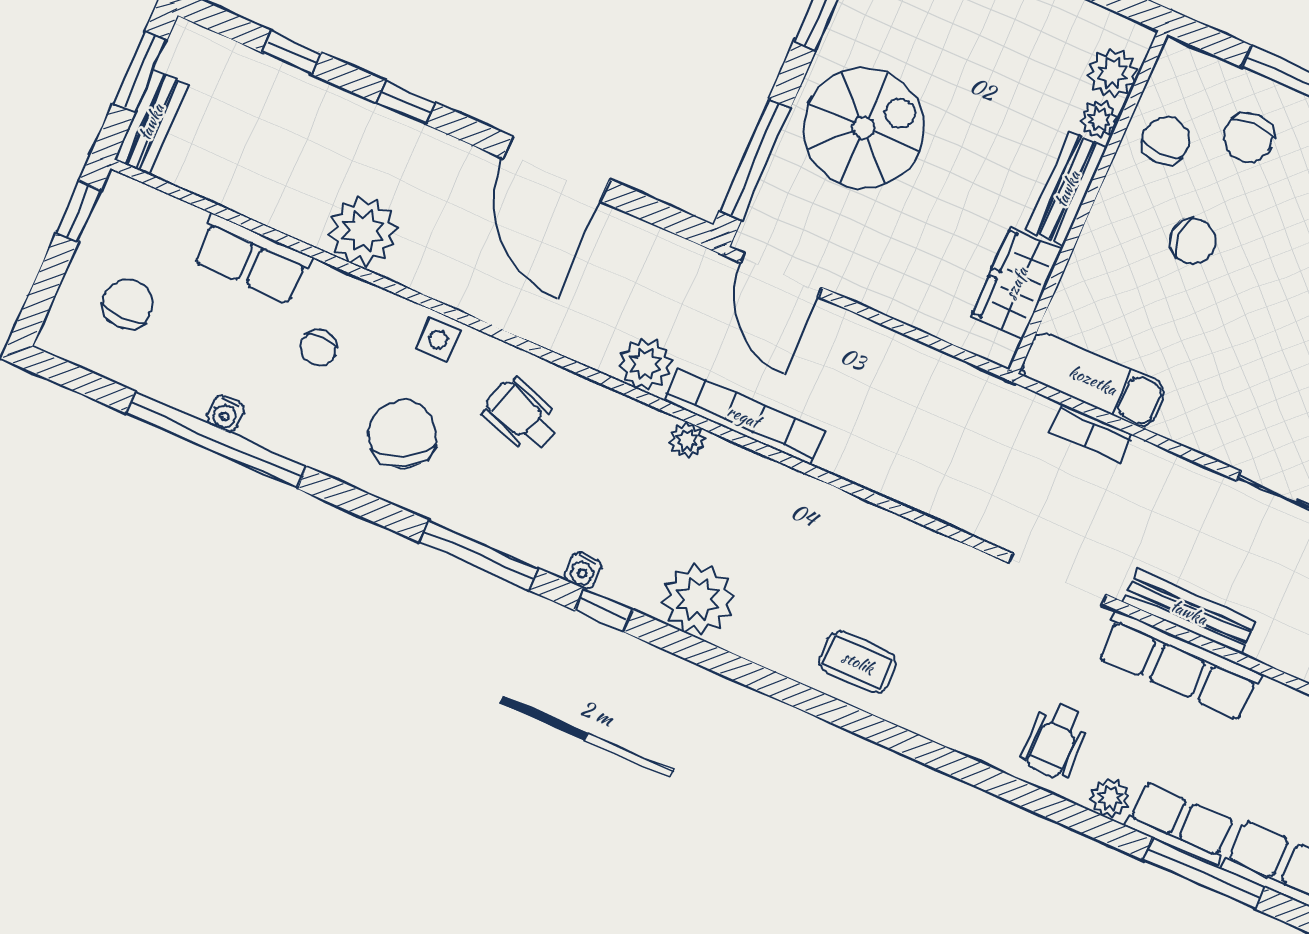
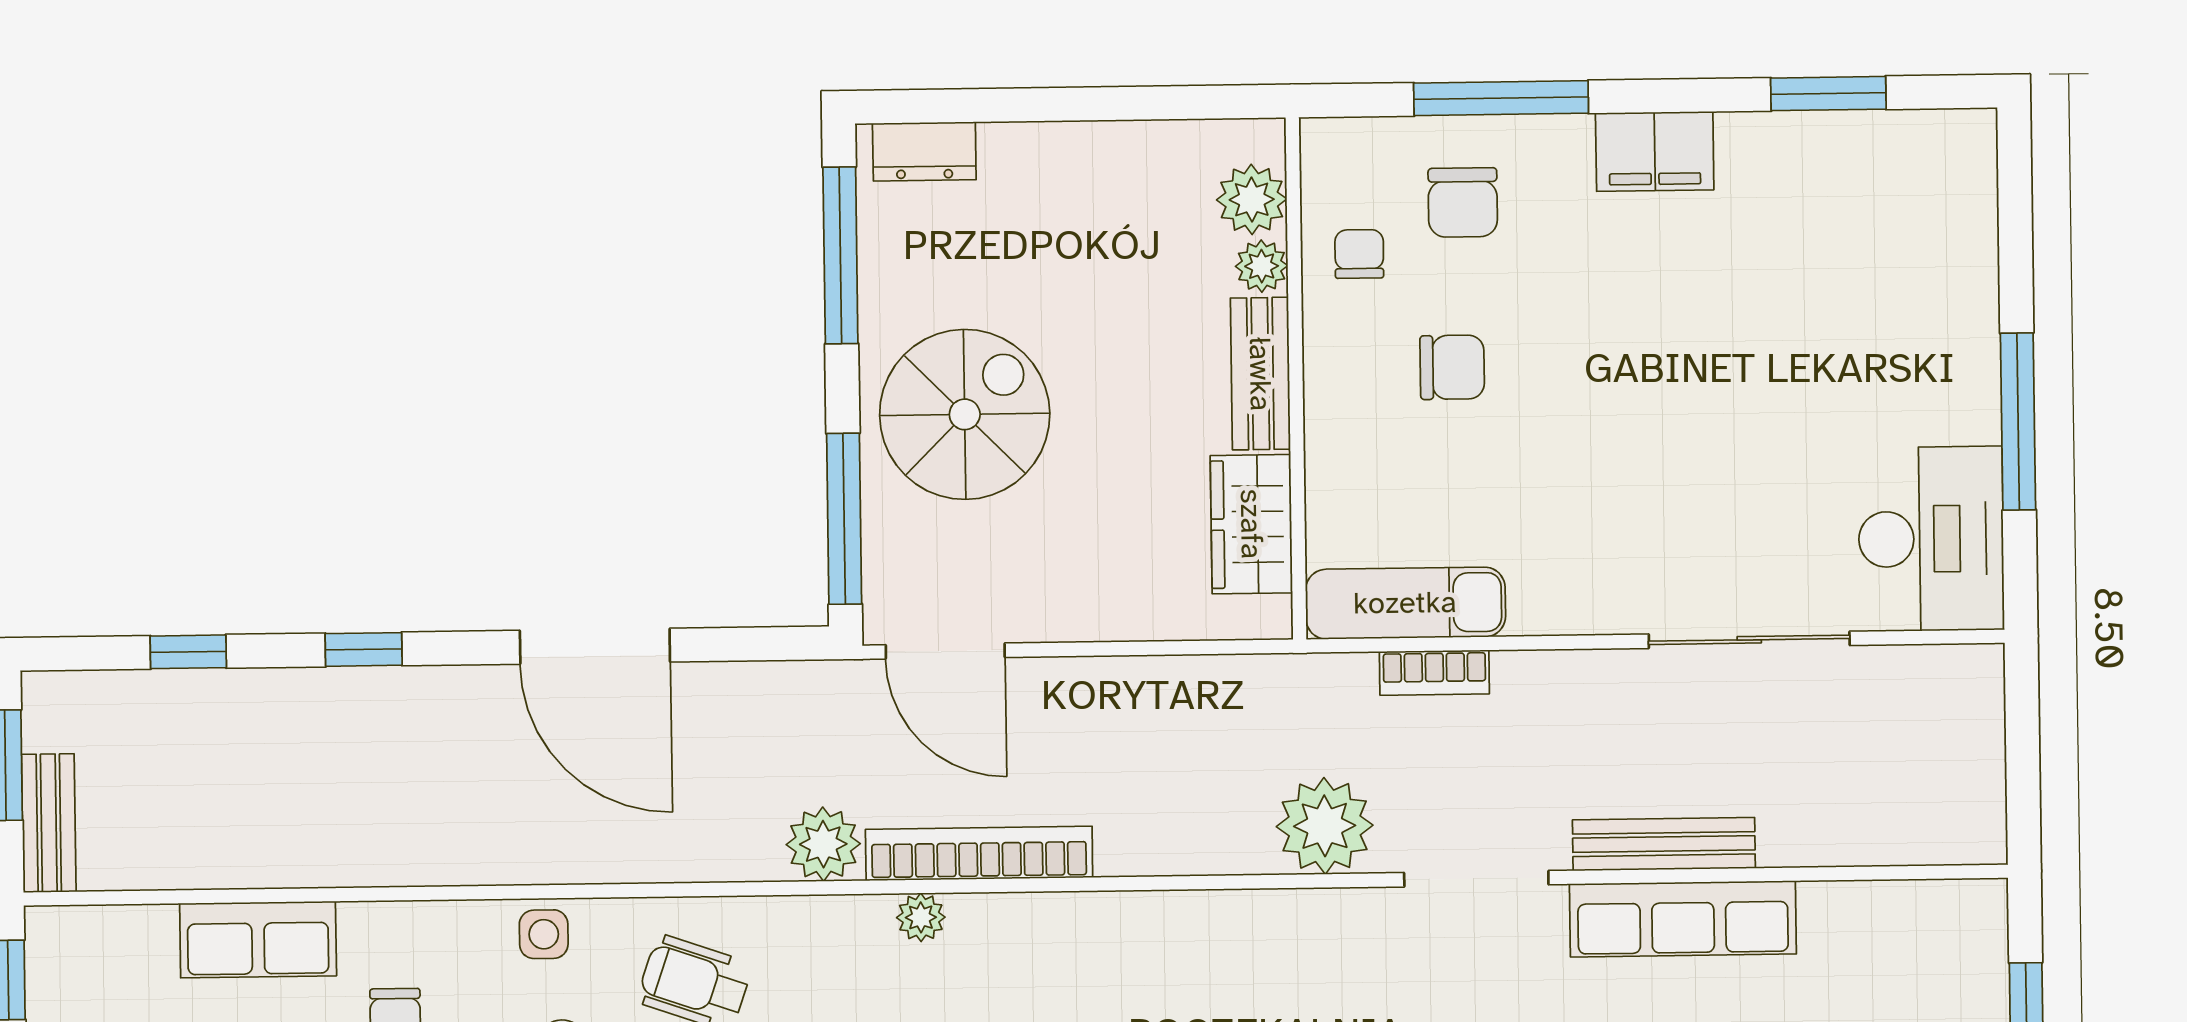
chair: (1166, 140) -> (1359, 254), width x0.73, depth x0.73
plant: (363, 231) -> (1325, 826), moved

